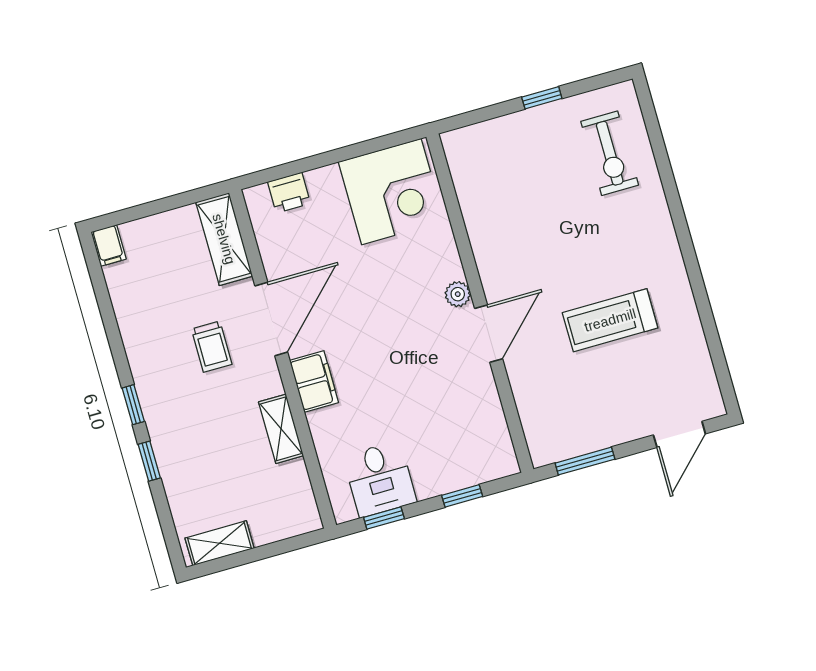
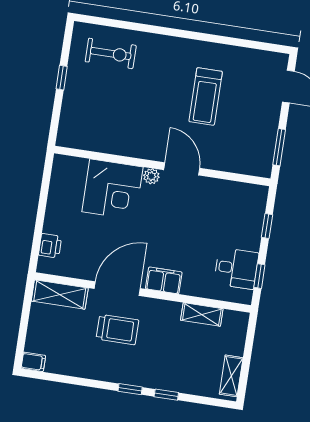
corner desk: (391, 192) -> (112, 189), moved, turned 90
door: (271, 319) -> (117, 289), hinge flipped
trolley: (212, 347) -> (117, 329), width x1.36, depth x1.39
shelving: (281, 429) -> (202, 314), moved

